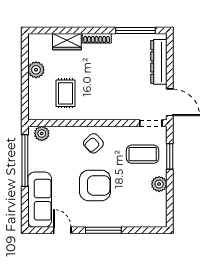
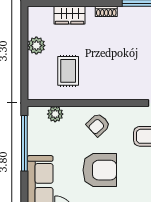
shoe rack: (97, 38) -> (106, 11), width x0.70
plant: (42, 133) -> (55, 114), moved

